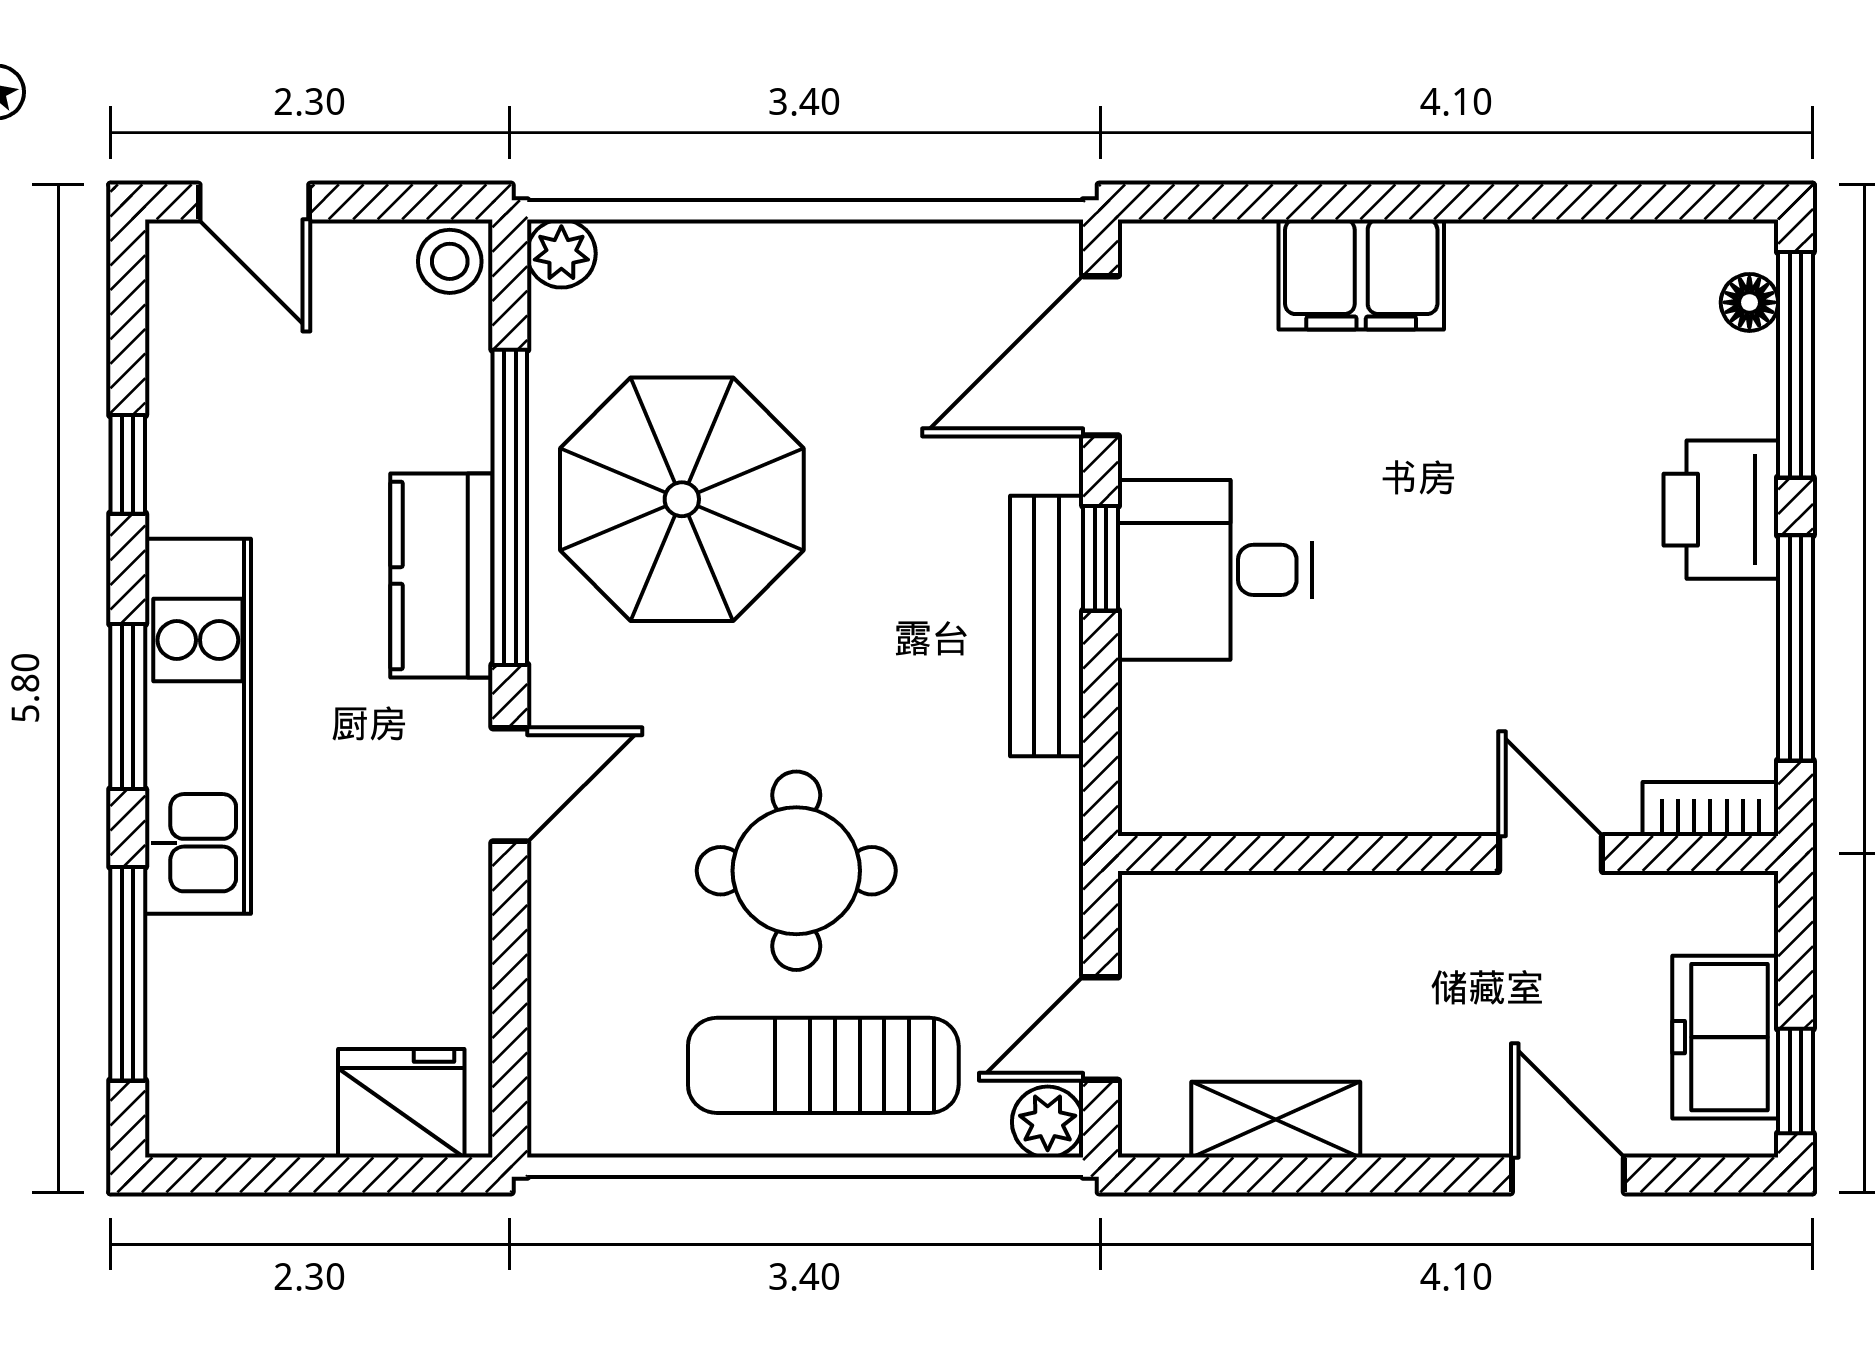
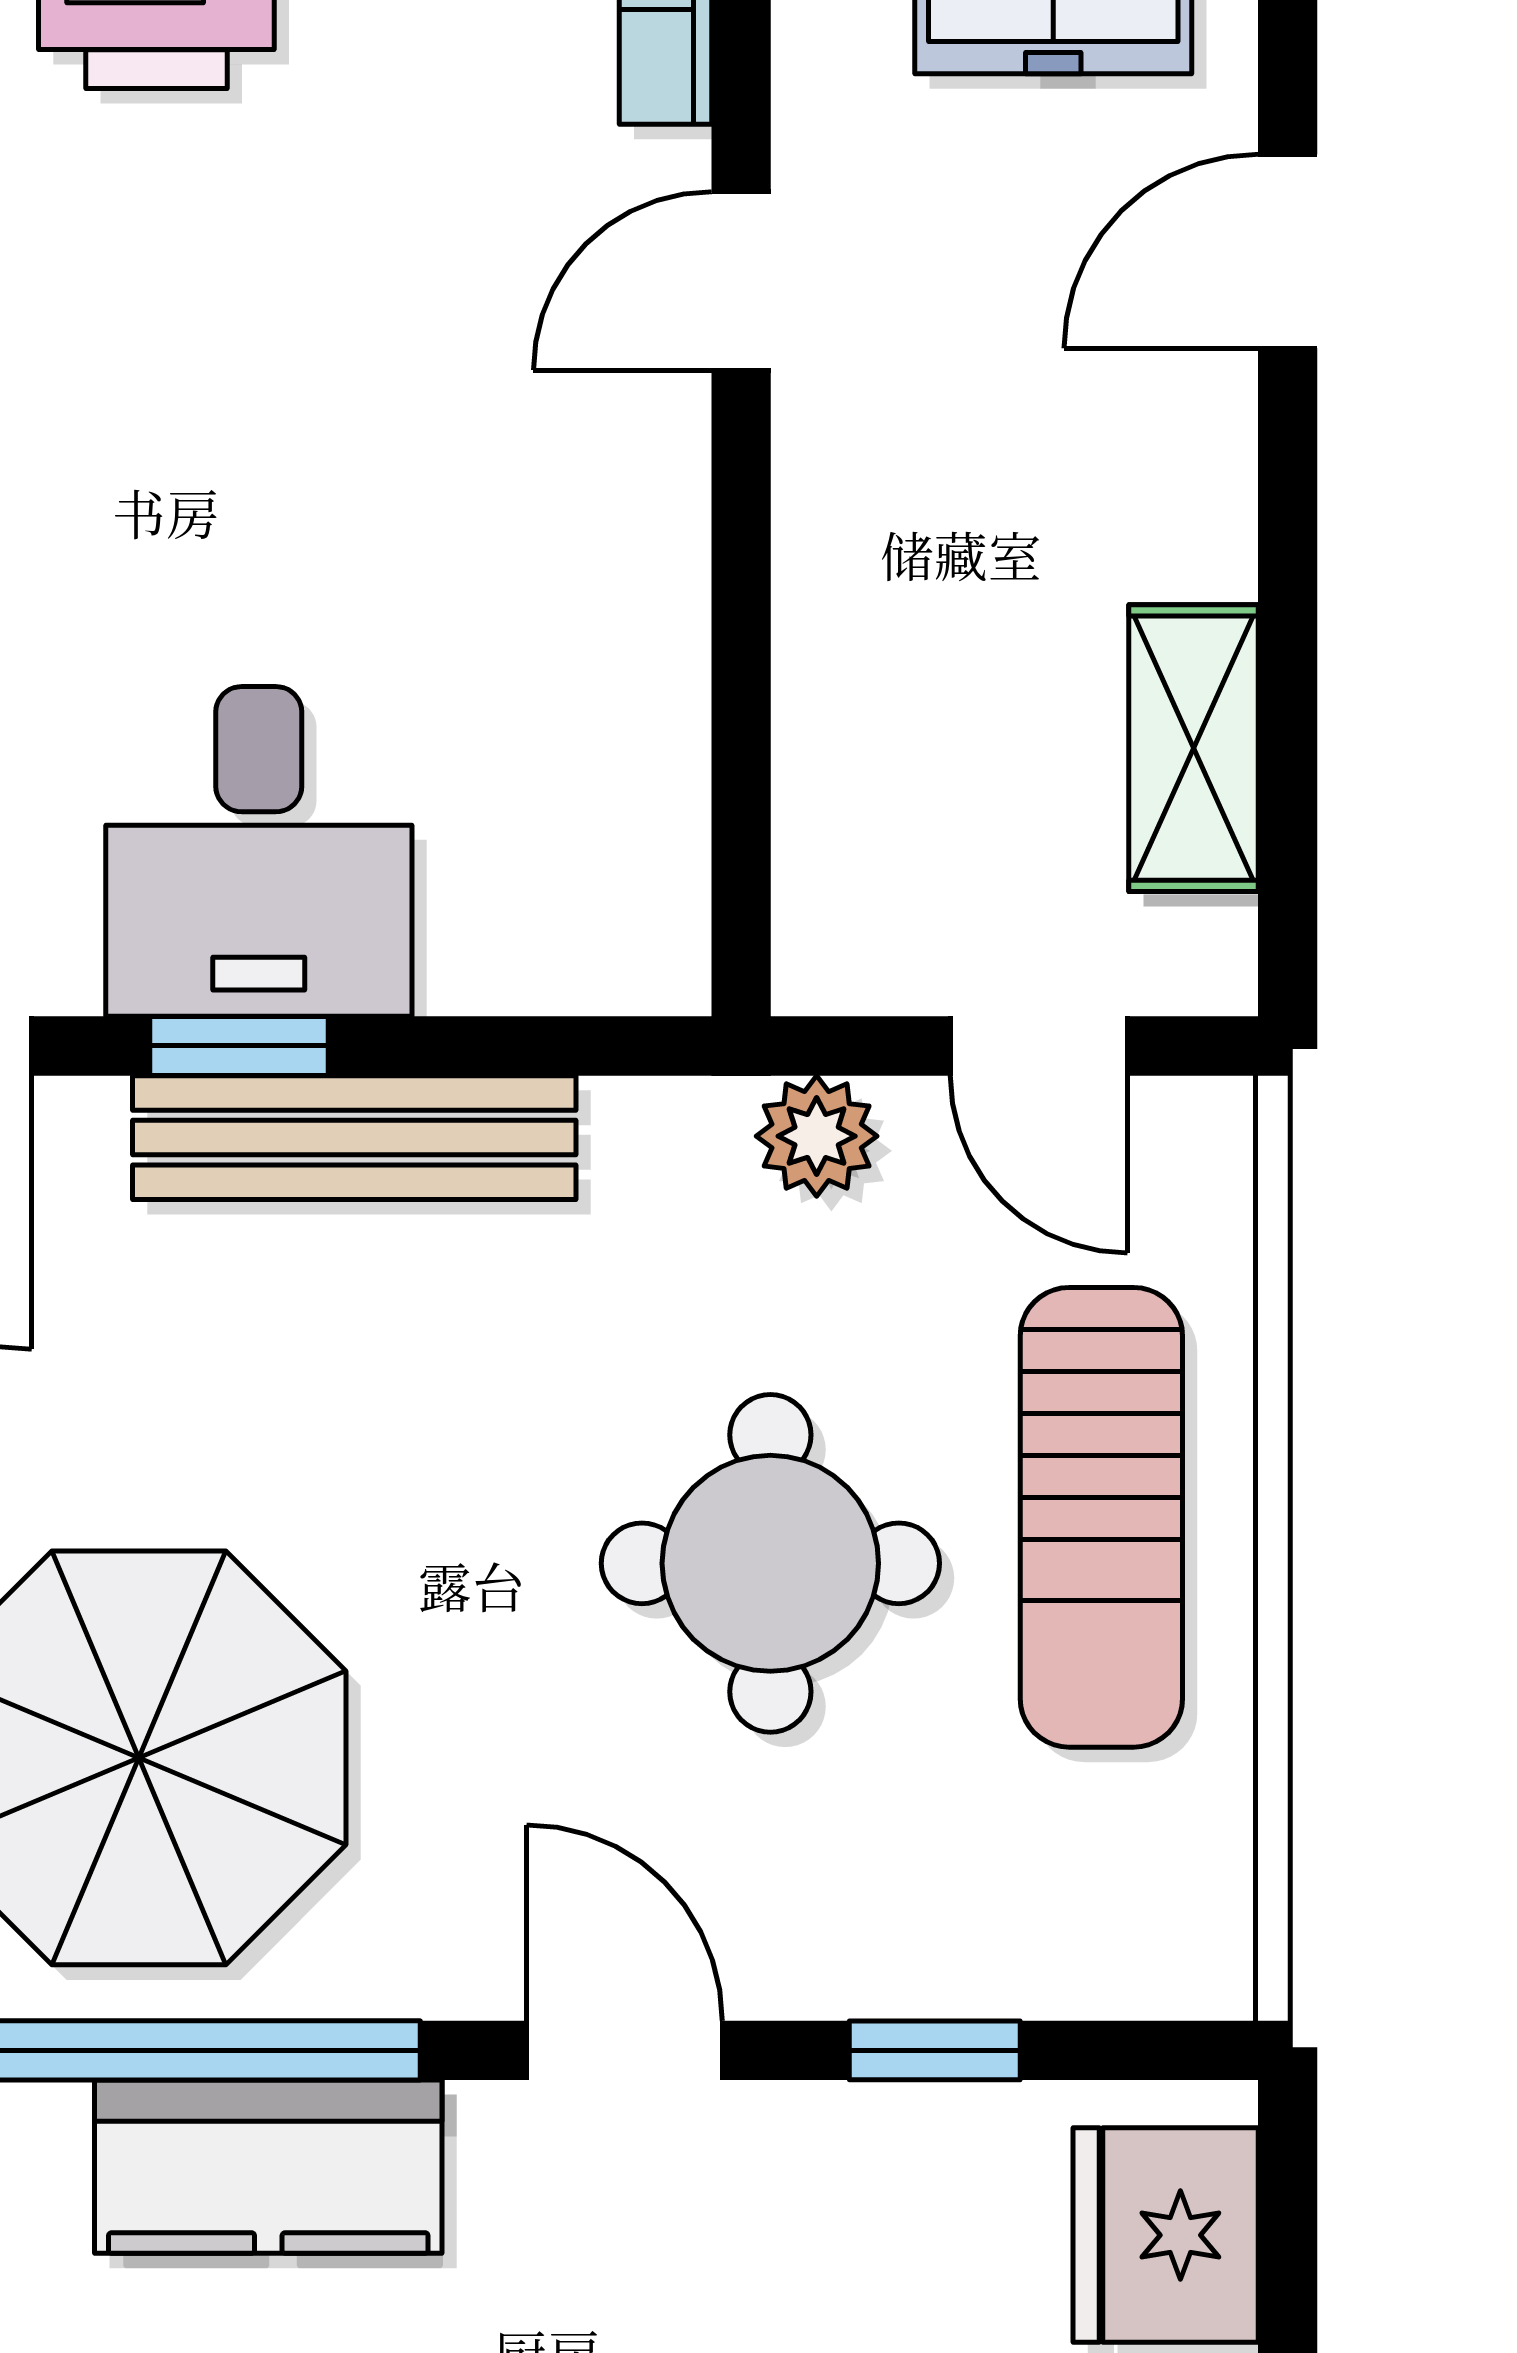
window: (510, 967) -> (935, 2050), added
plant: (1048, 1122) -> (817, 1136), moved

